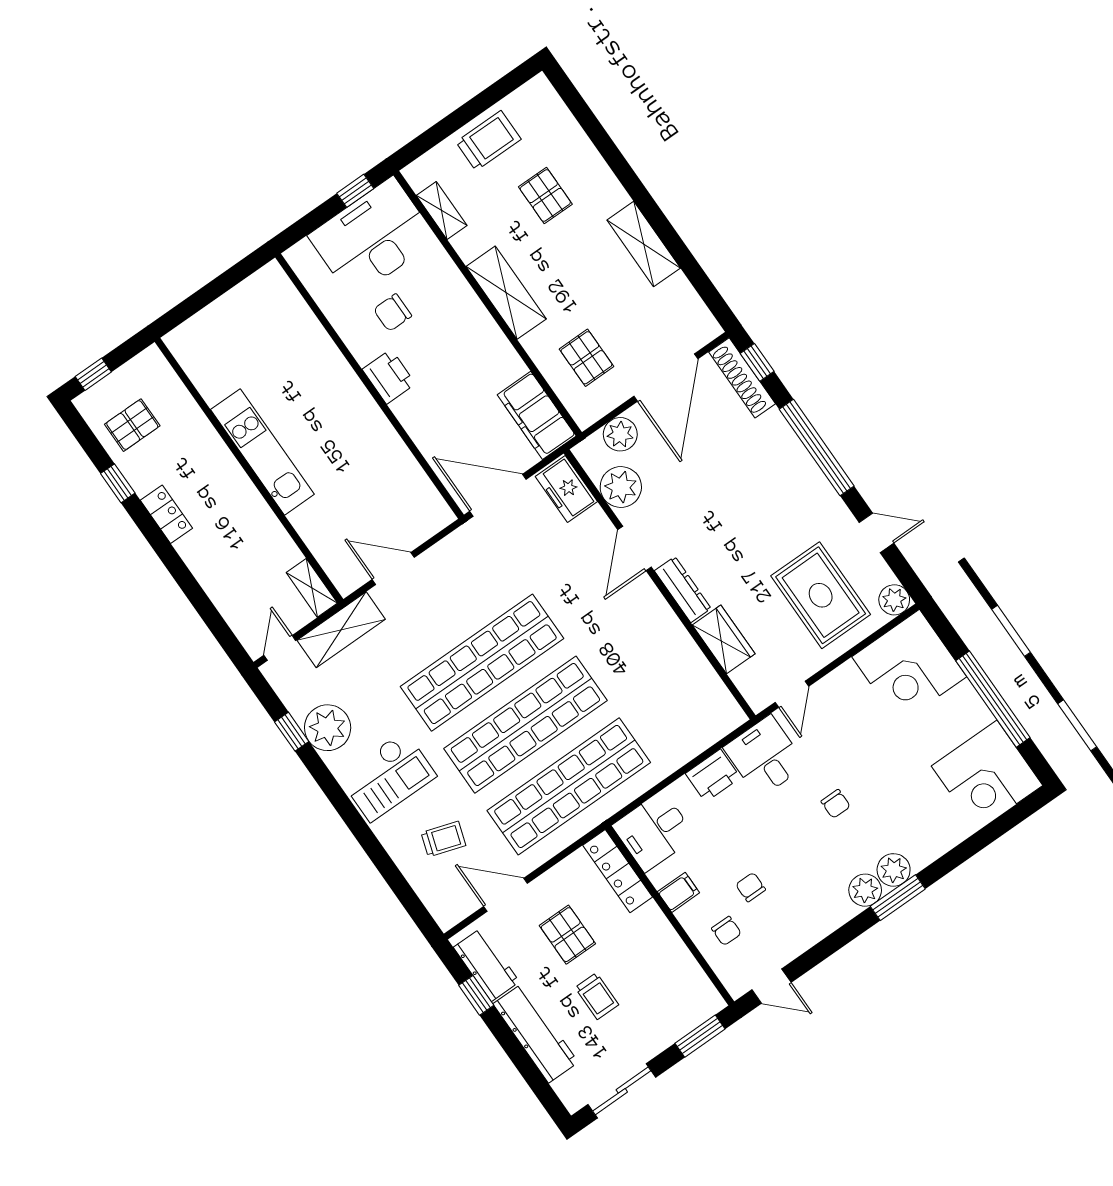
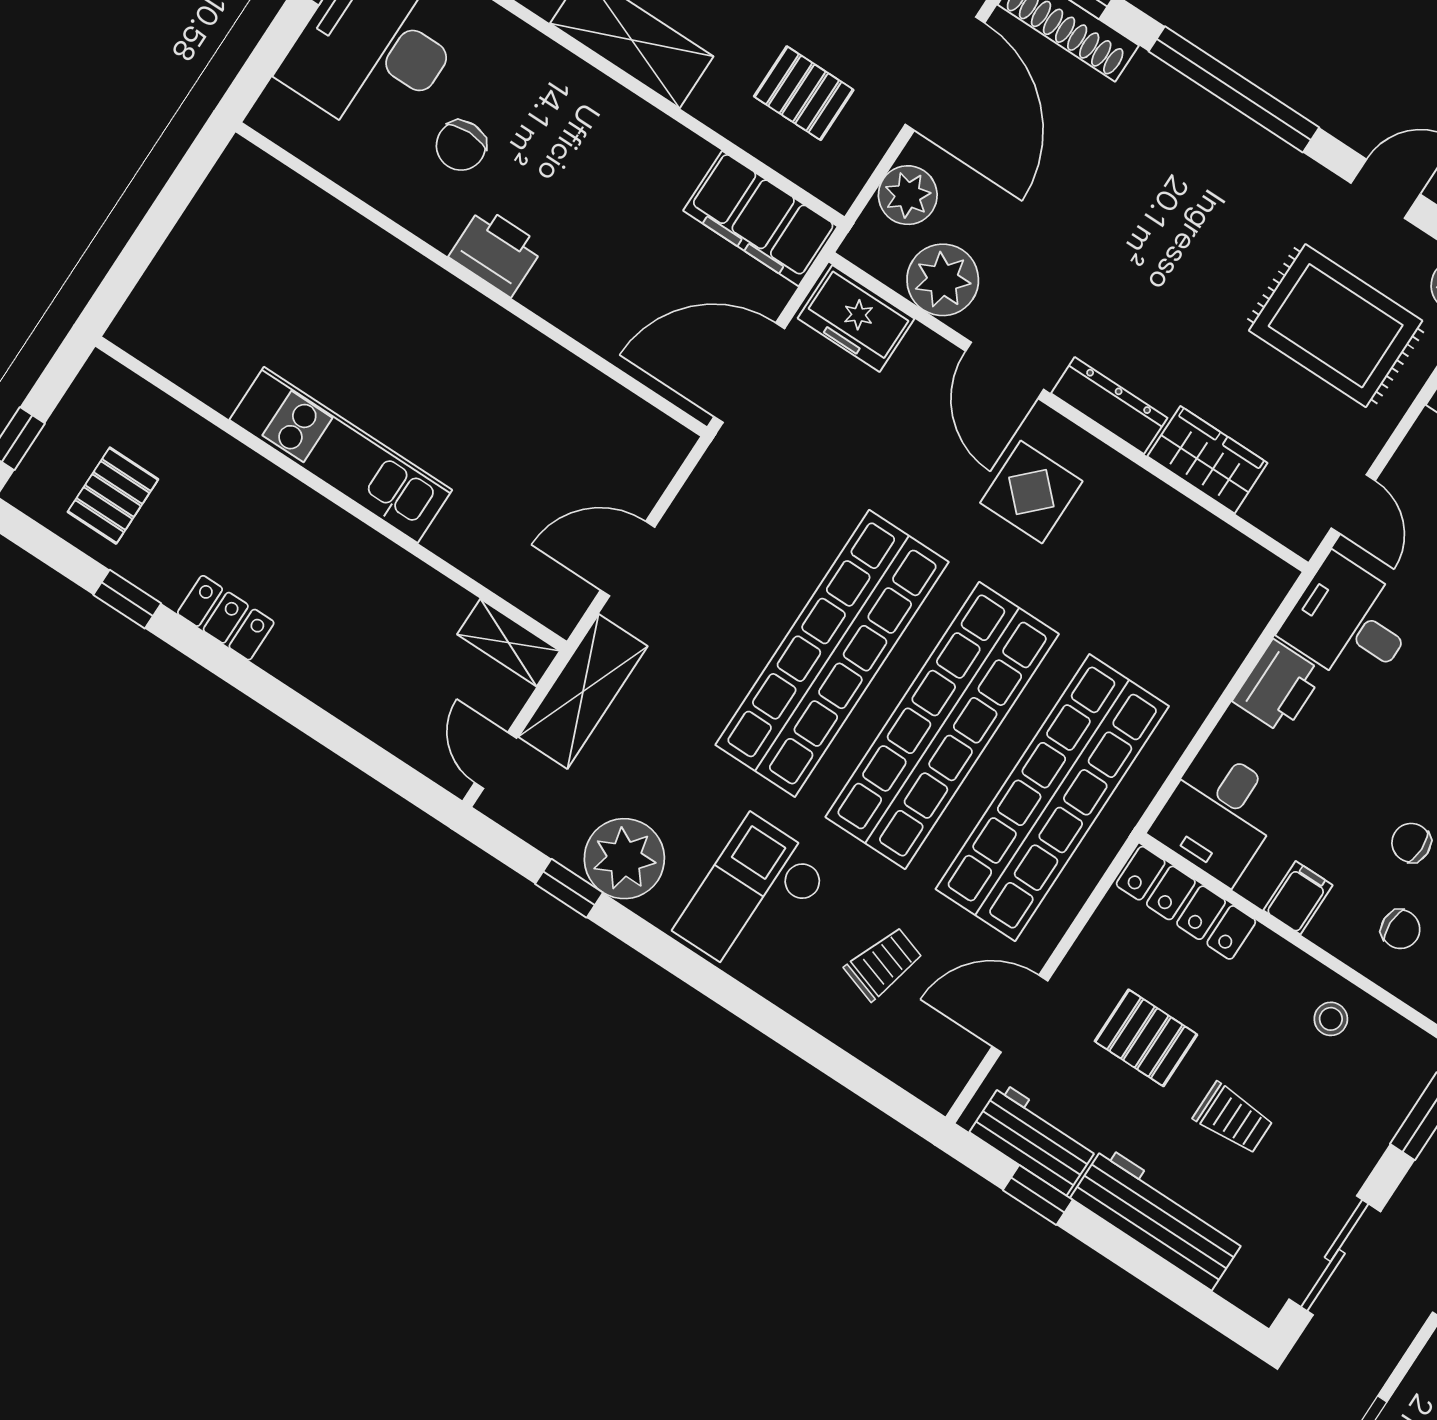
display table: (623, 619) -> (1031, 492), added
checkout: (388, 776) -> (753, 898), turned 180
stool: (670, 964) -> (1331, 1019), added

